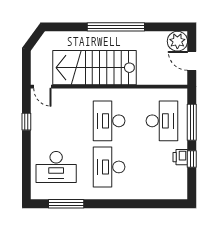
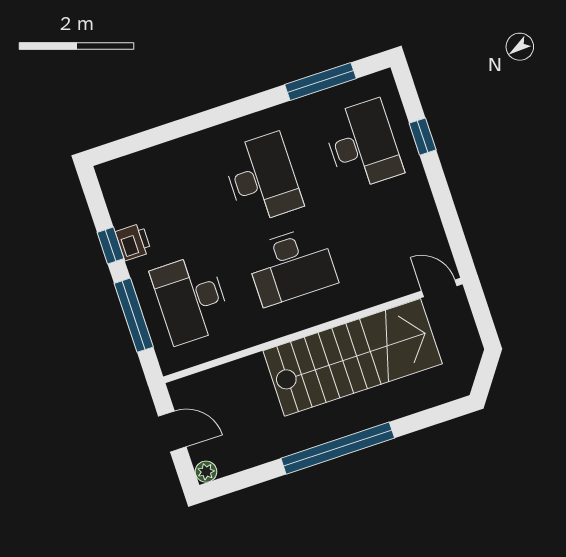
plant: (177, 41) -> (206, 472), width x0.53, depth x0.53
desk: (109, 121) -> (291, 266), turned 90
window: (26, 122) -> (423, 137), moved
desk: (56, 167) -> (363, 145), turned 90

